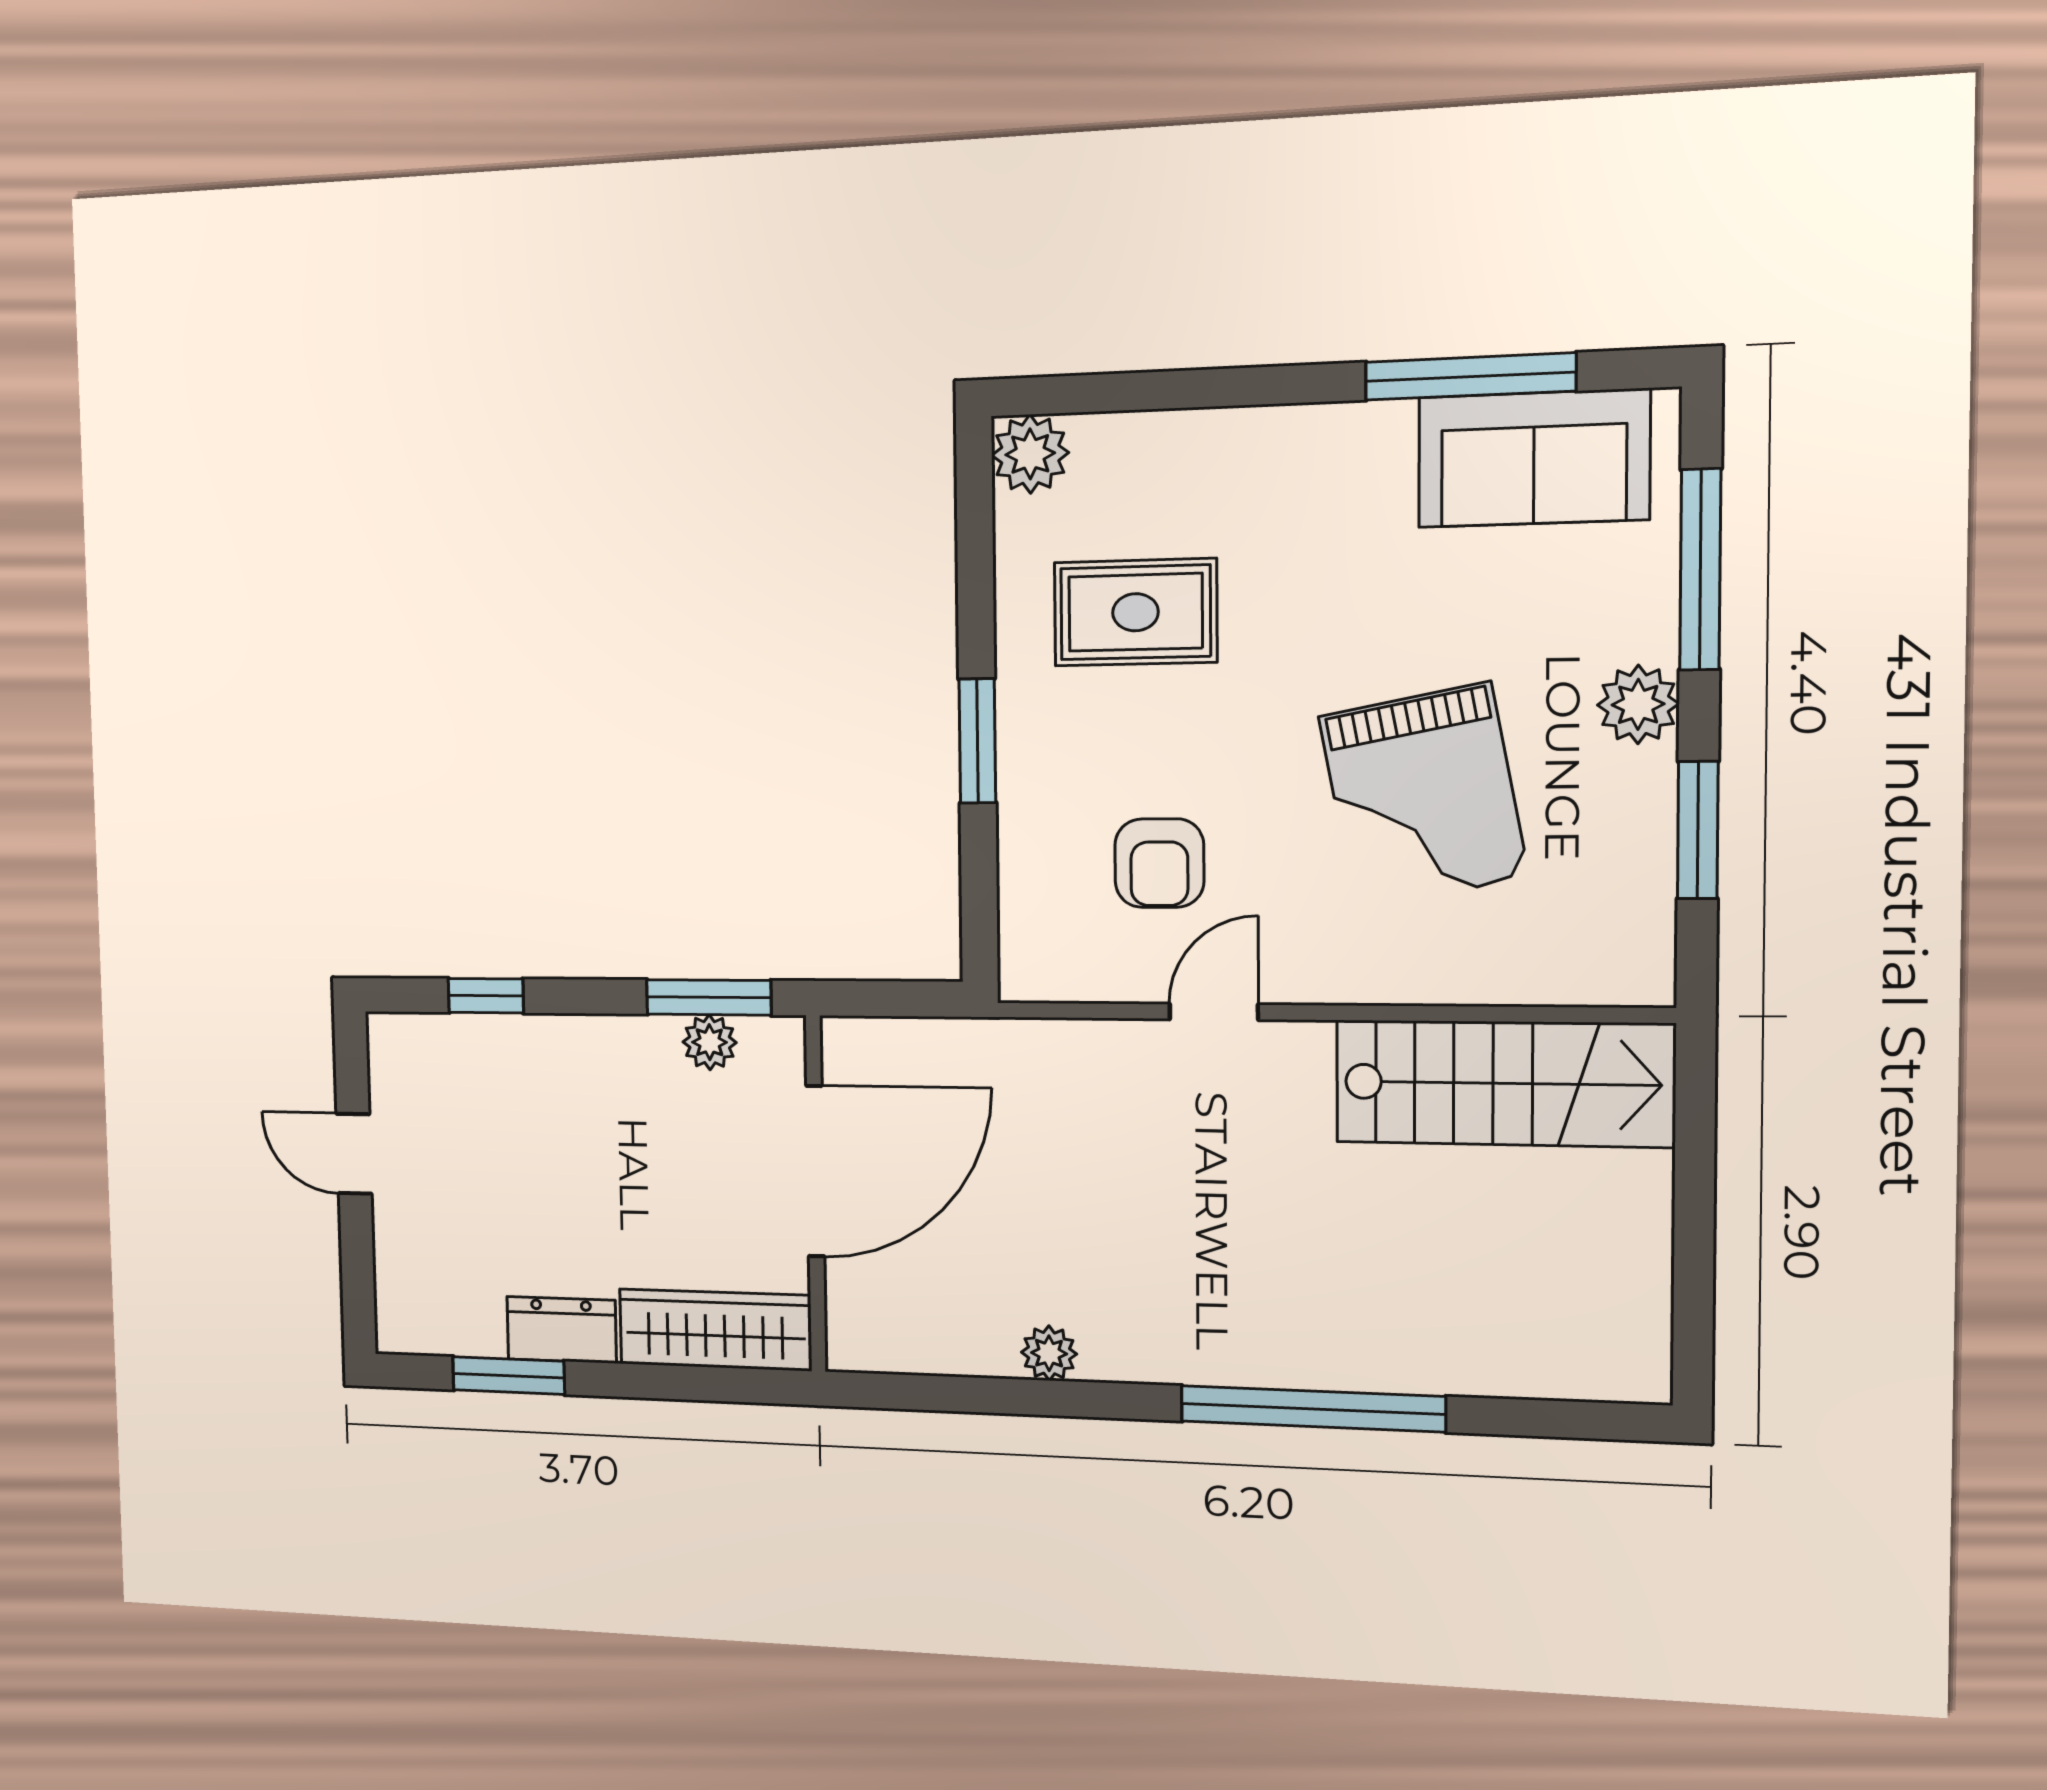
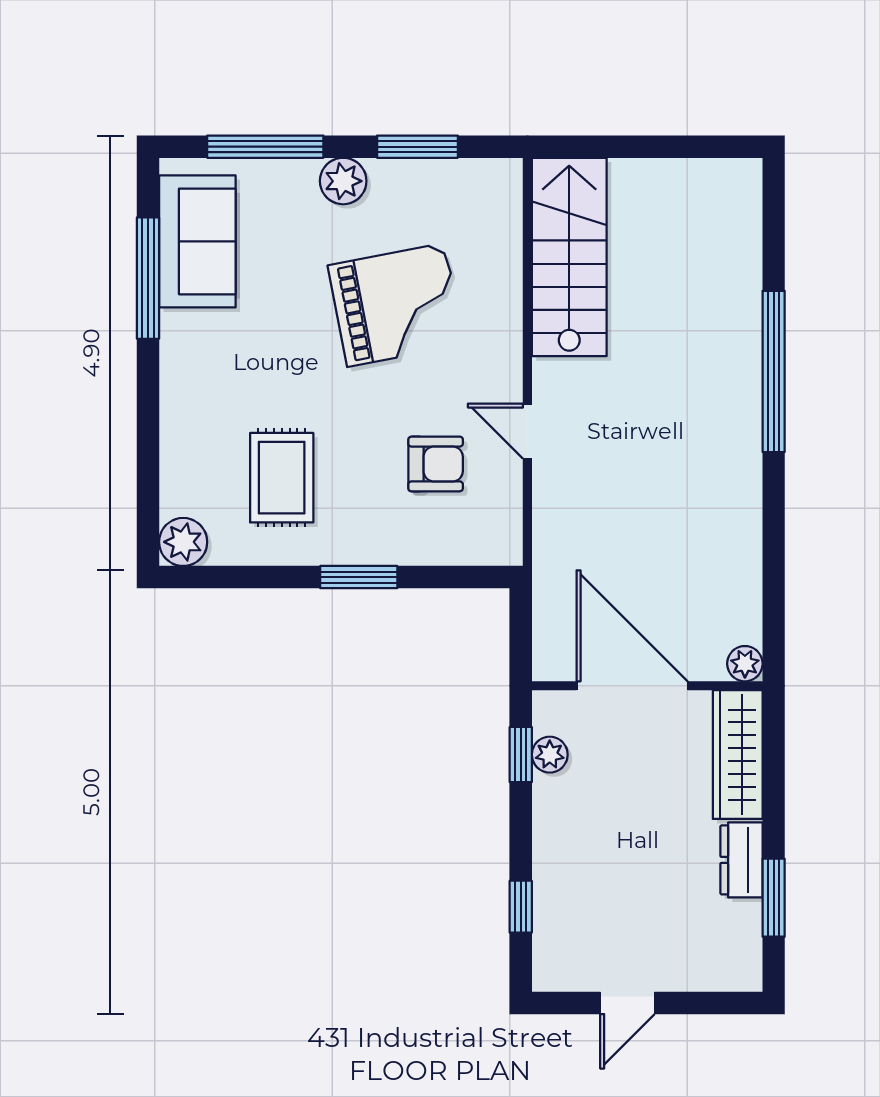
window: (709, 997) -> (521, 755), width x0.67
plant: (1049, 1353) -> (745, 664), moved

